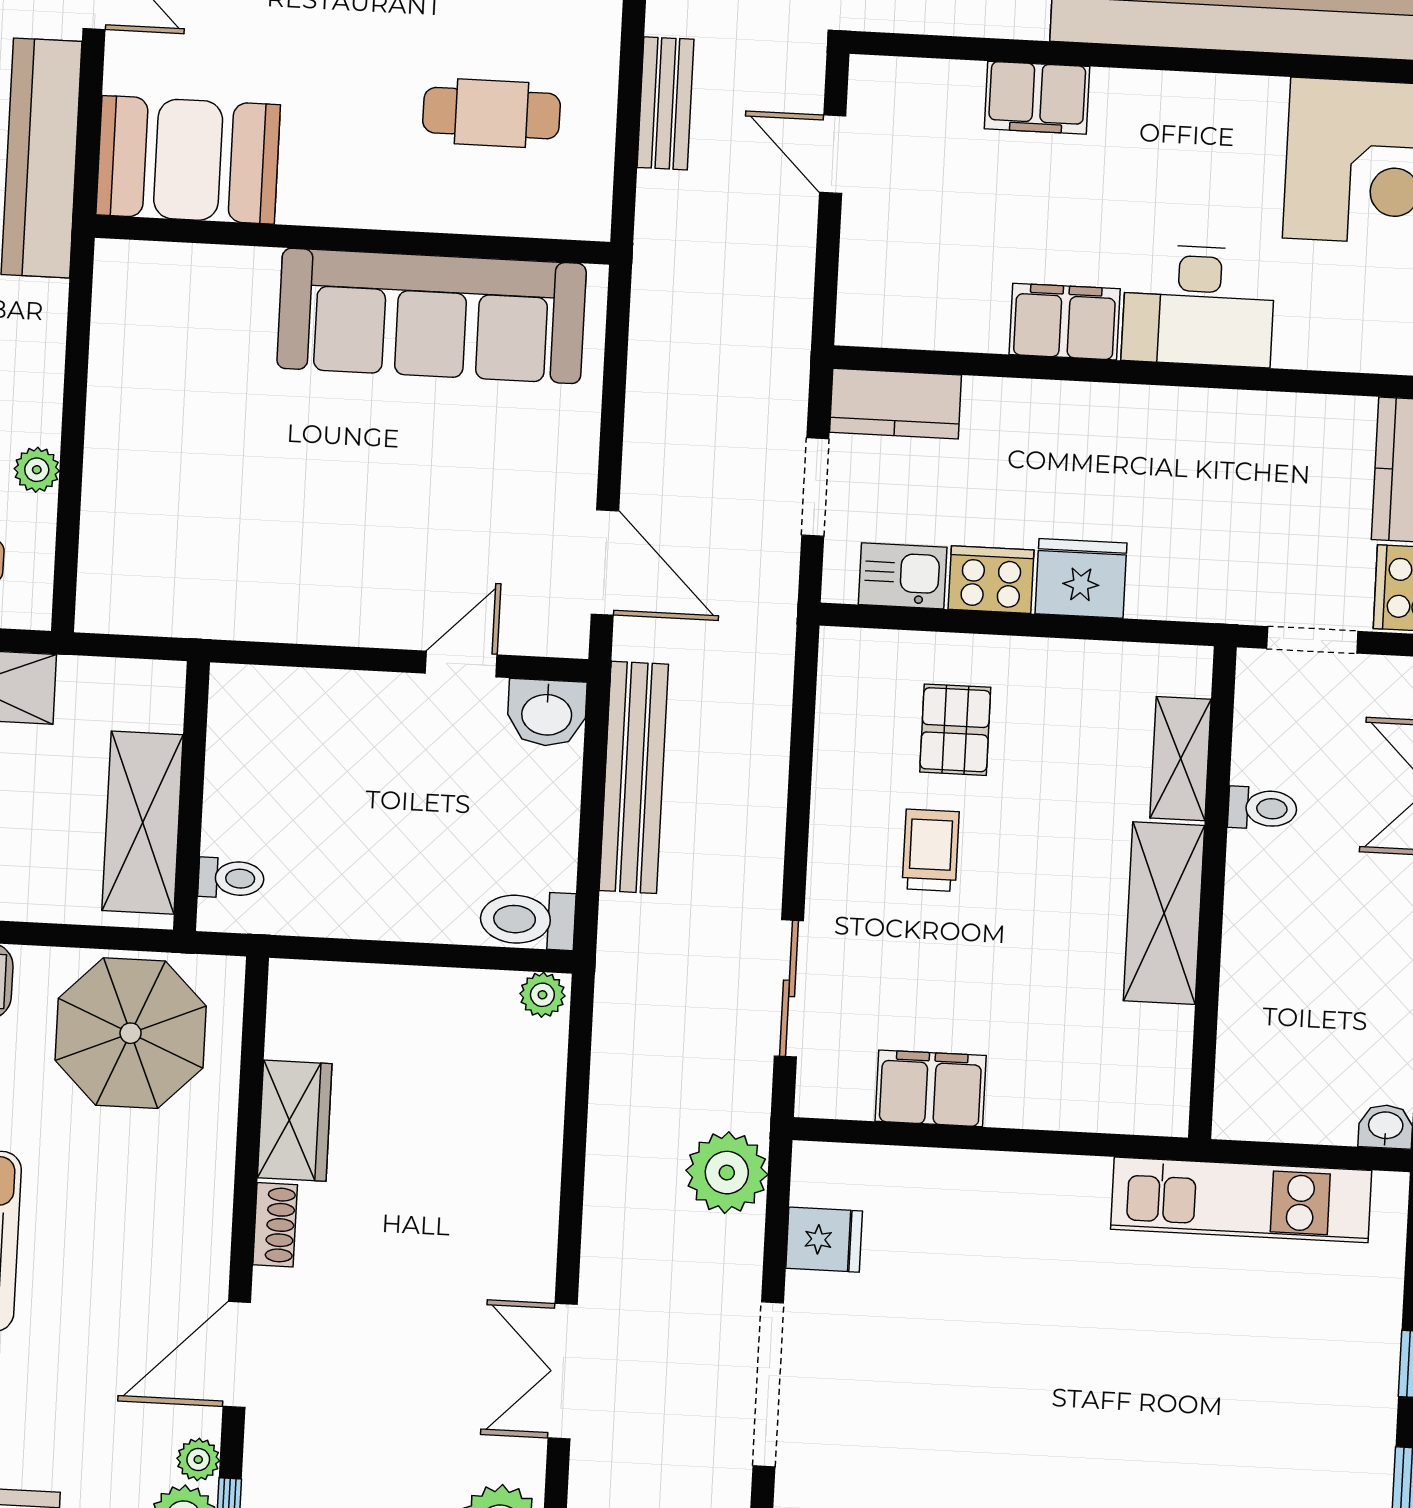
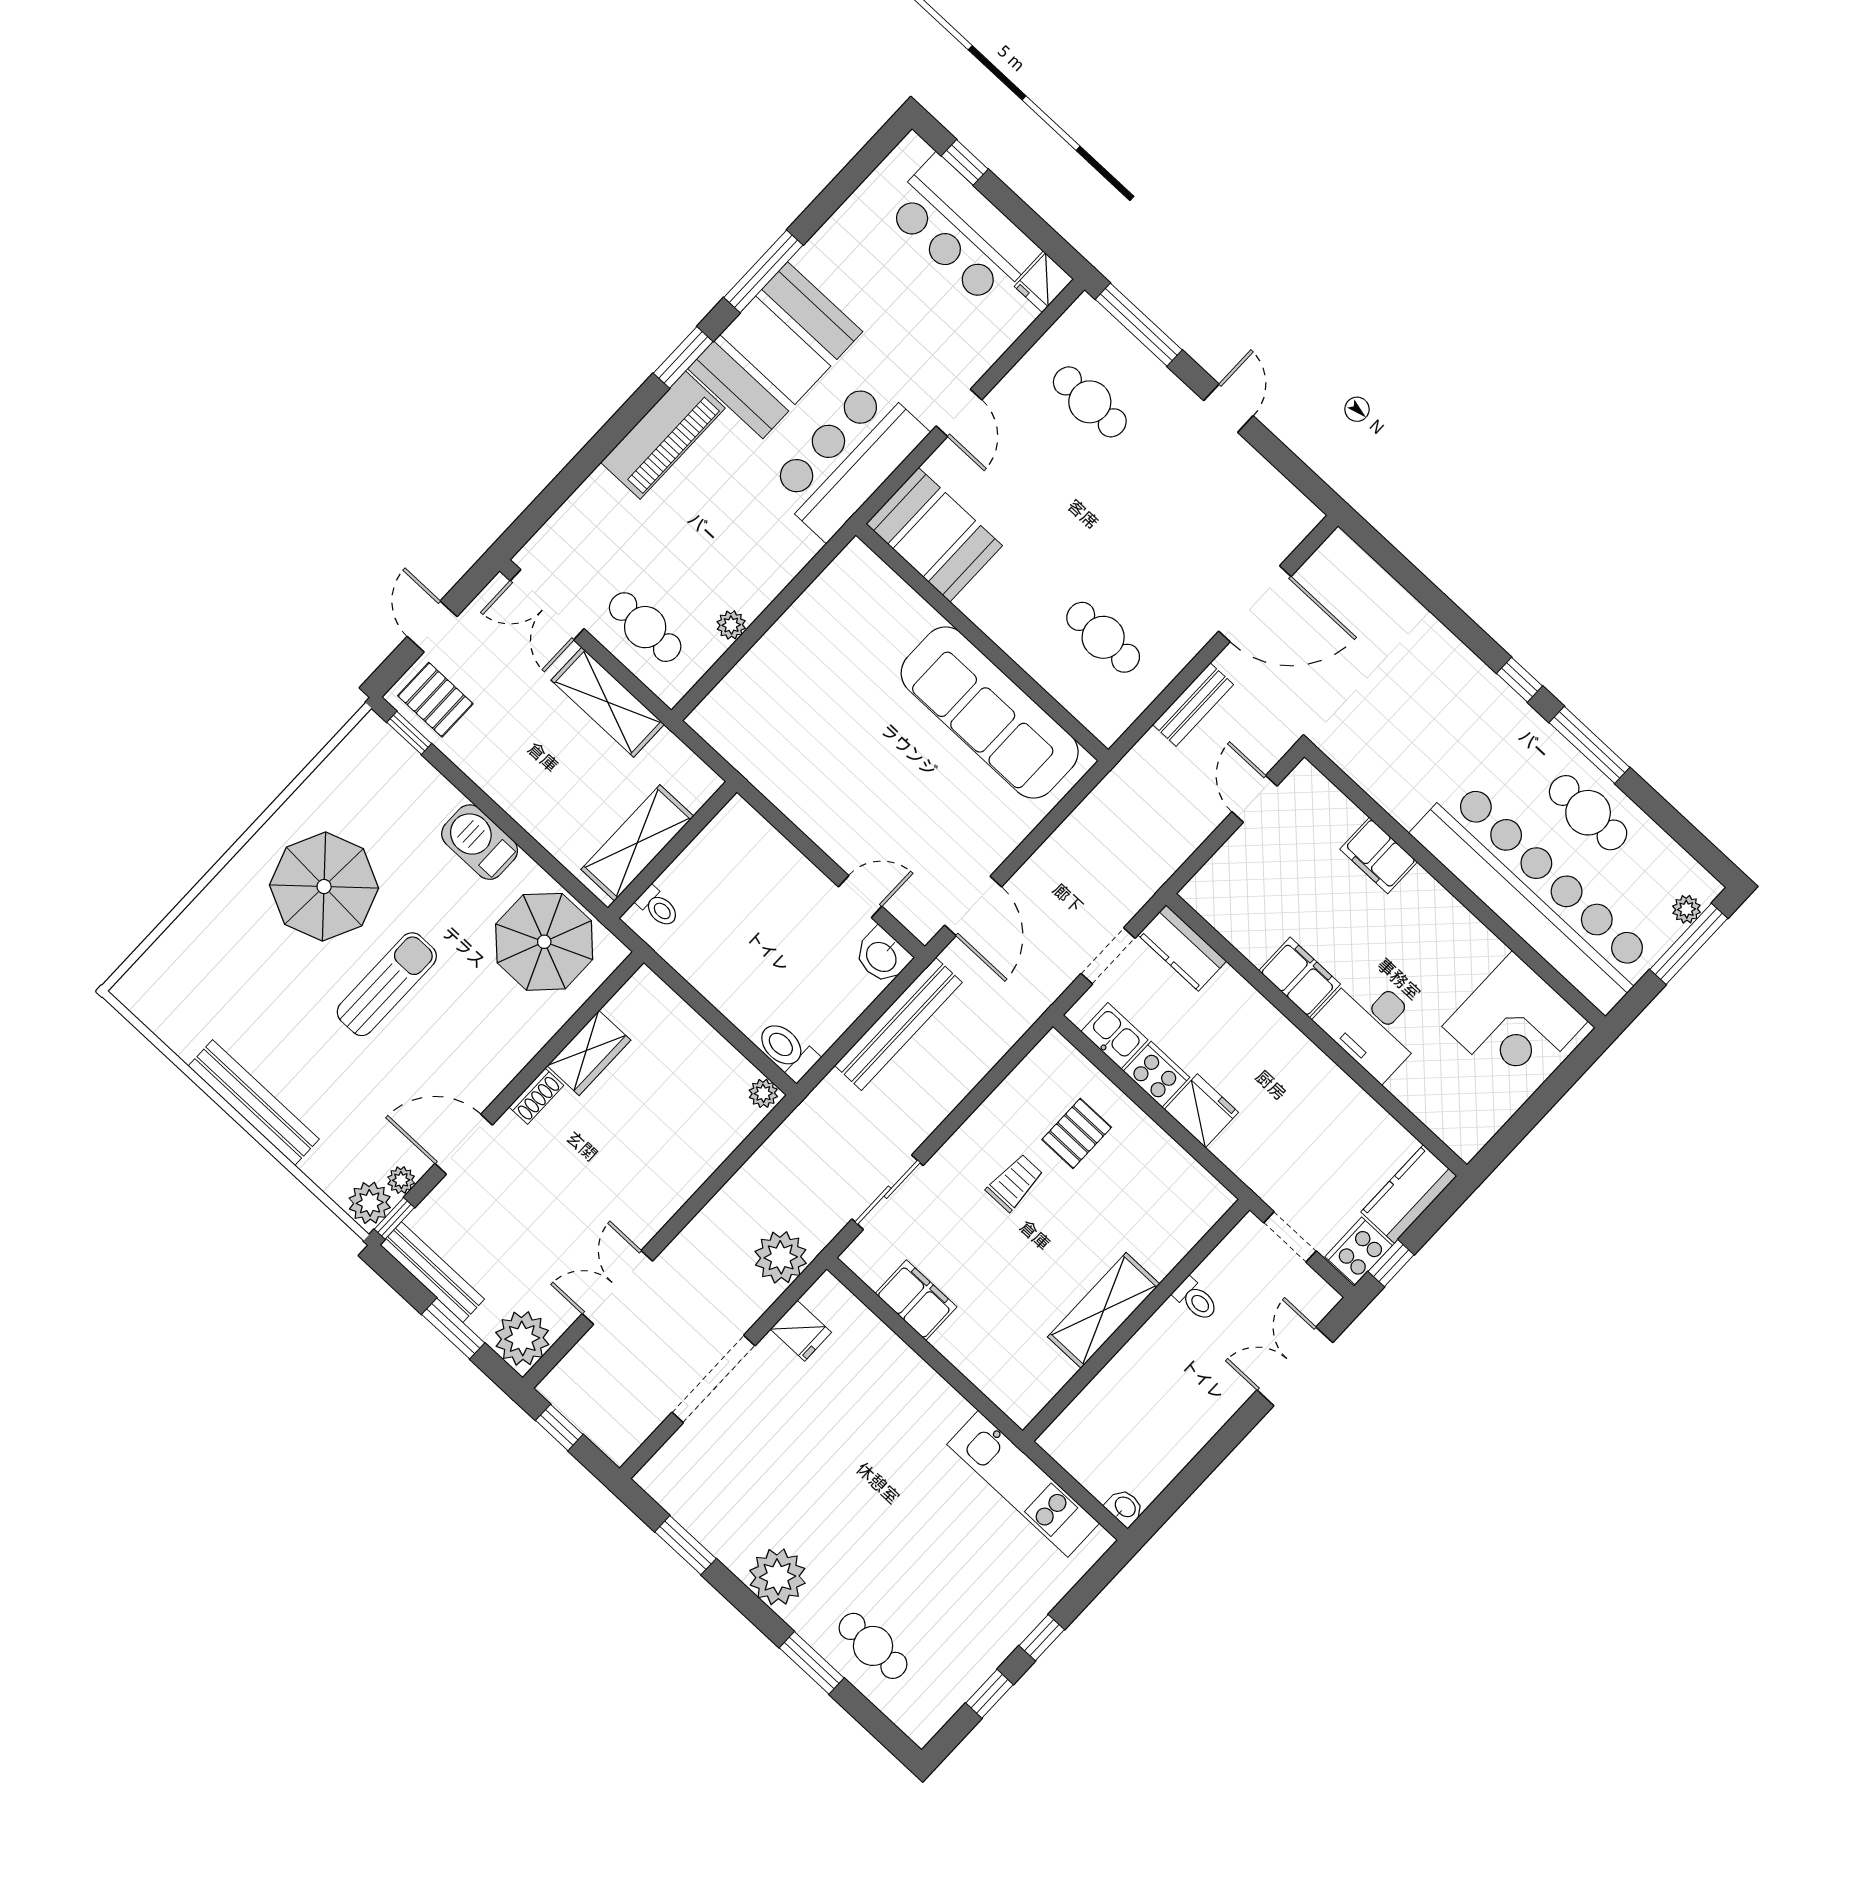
shelving: (1181, 759) -> (1176, 1241), removed

